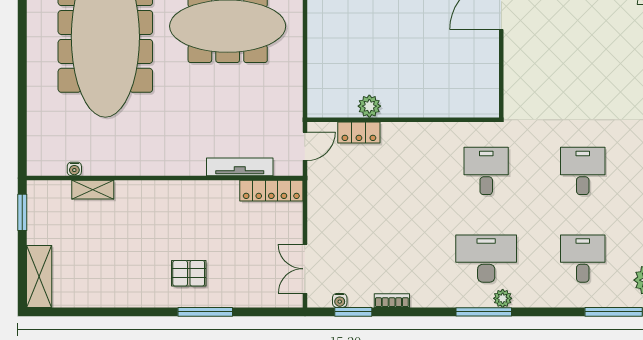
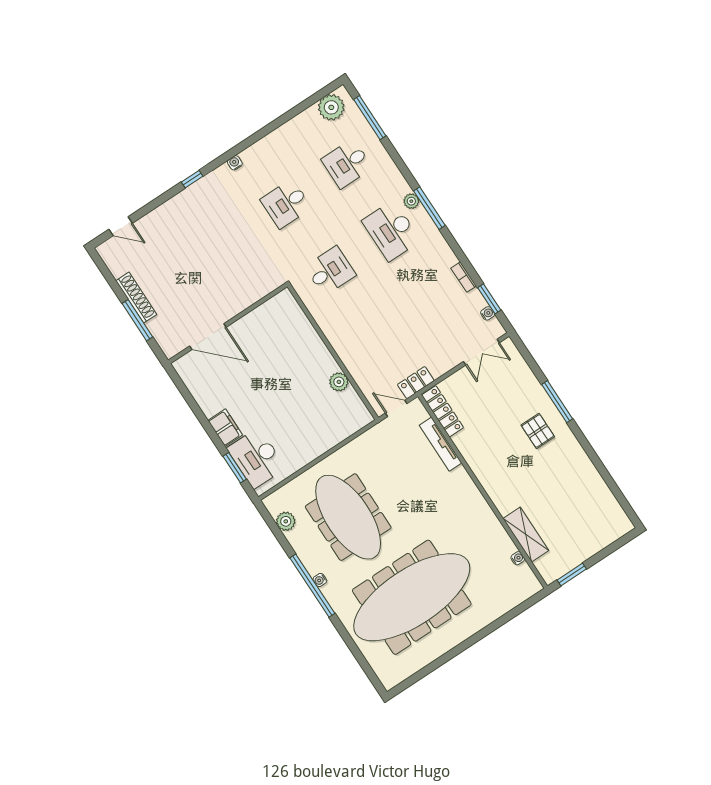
locker: (359, 133) -> (416, 383), moved, turned -90
desk: (486, 171) -> (330, 271), turned 180
shelving: (93, 190) -> (526, 535), width x1.50, depth x1.33
shelving: (39, 276) -> (609, 534), removed

